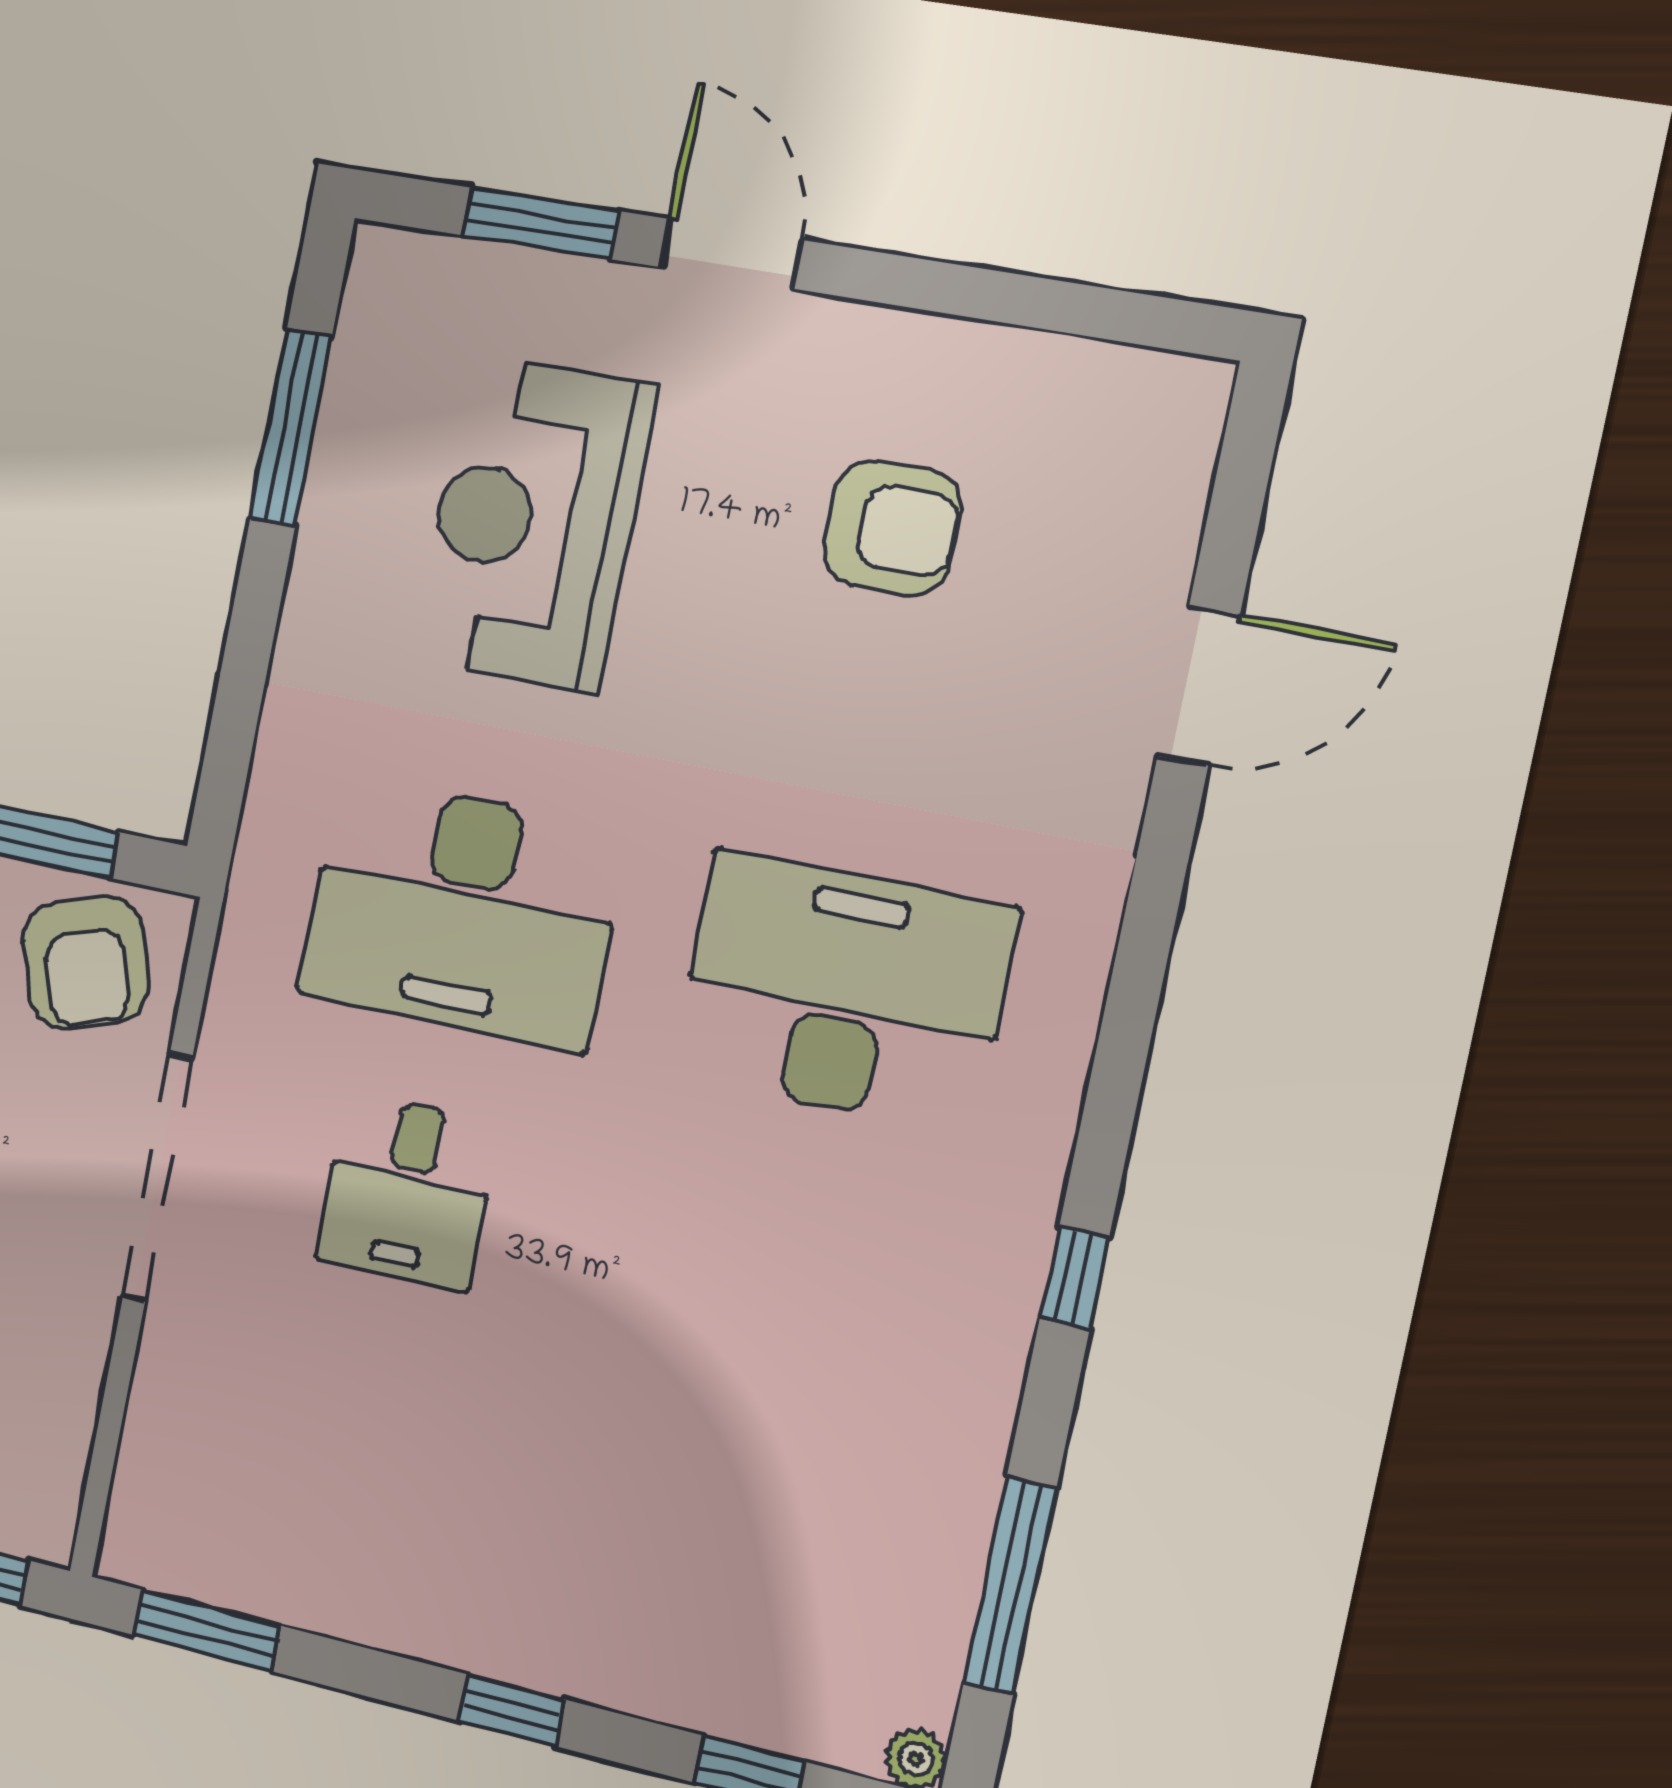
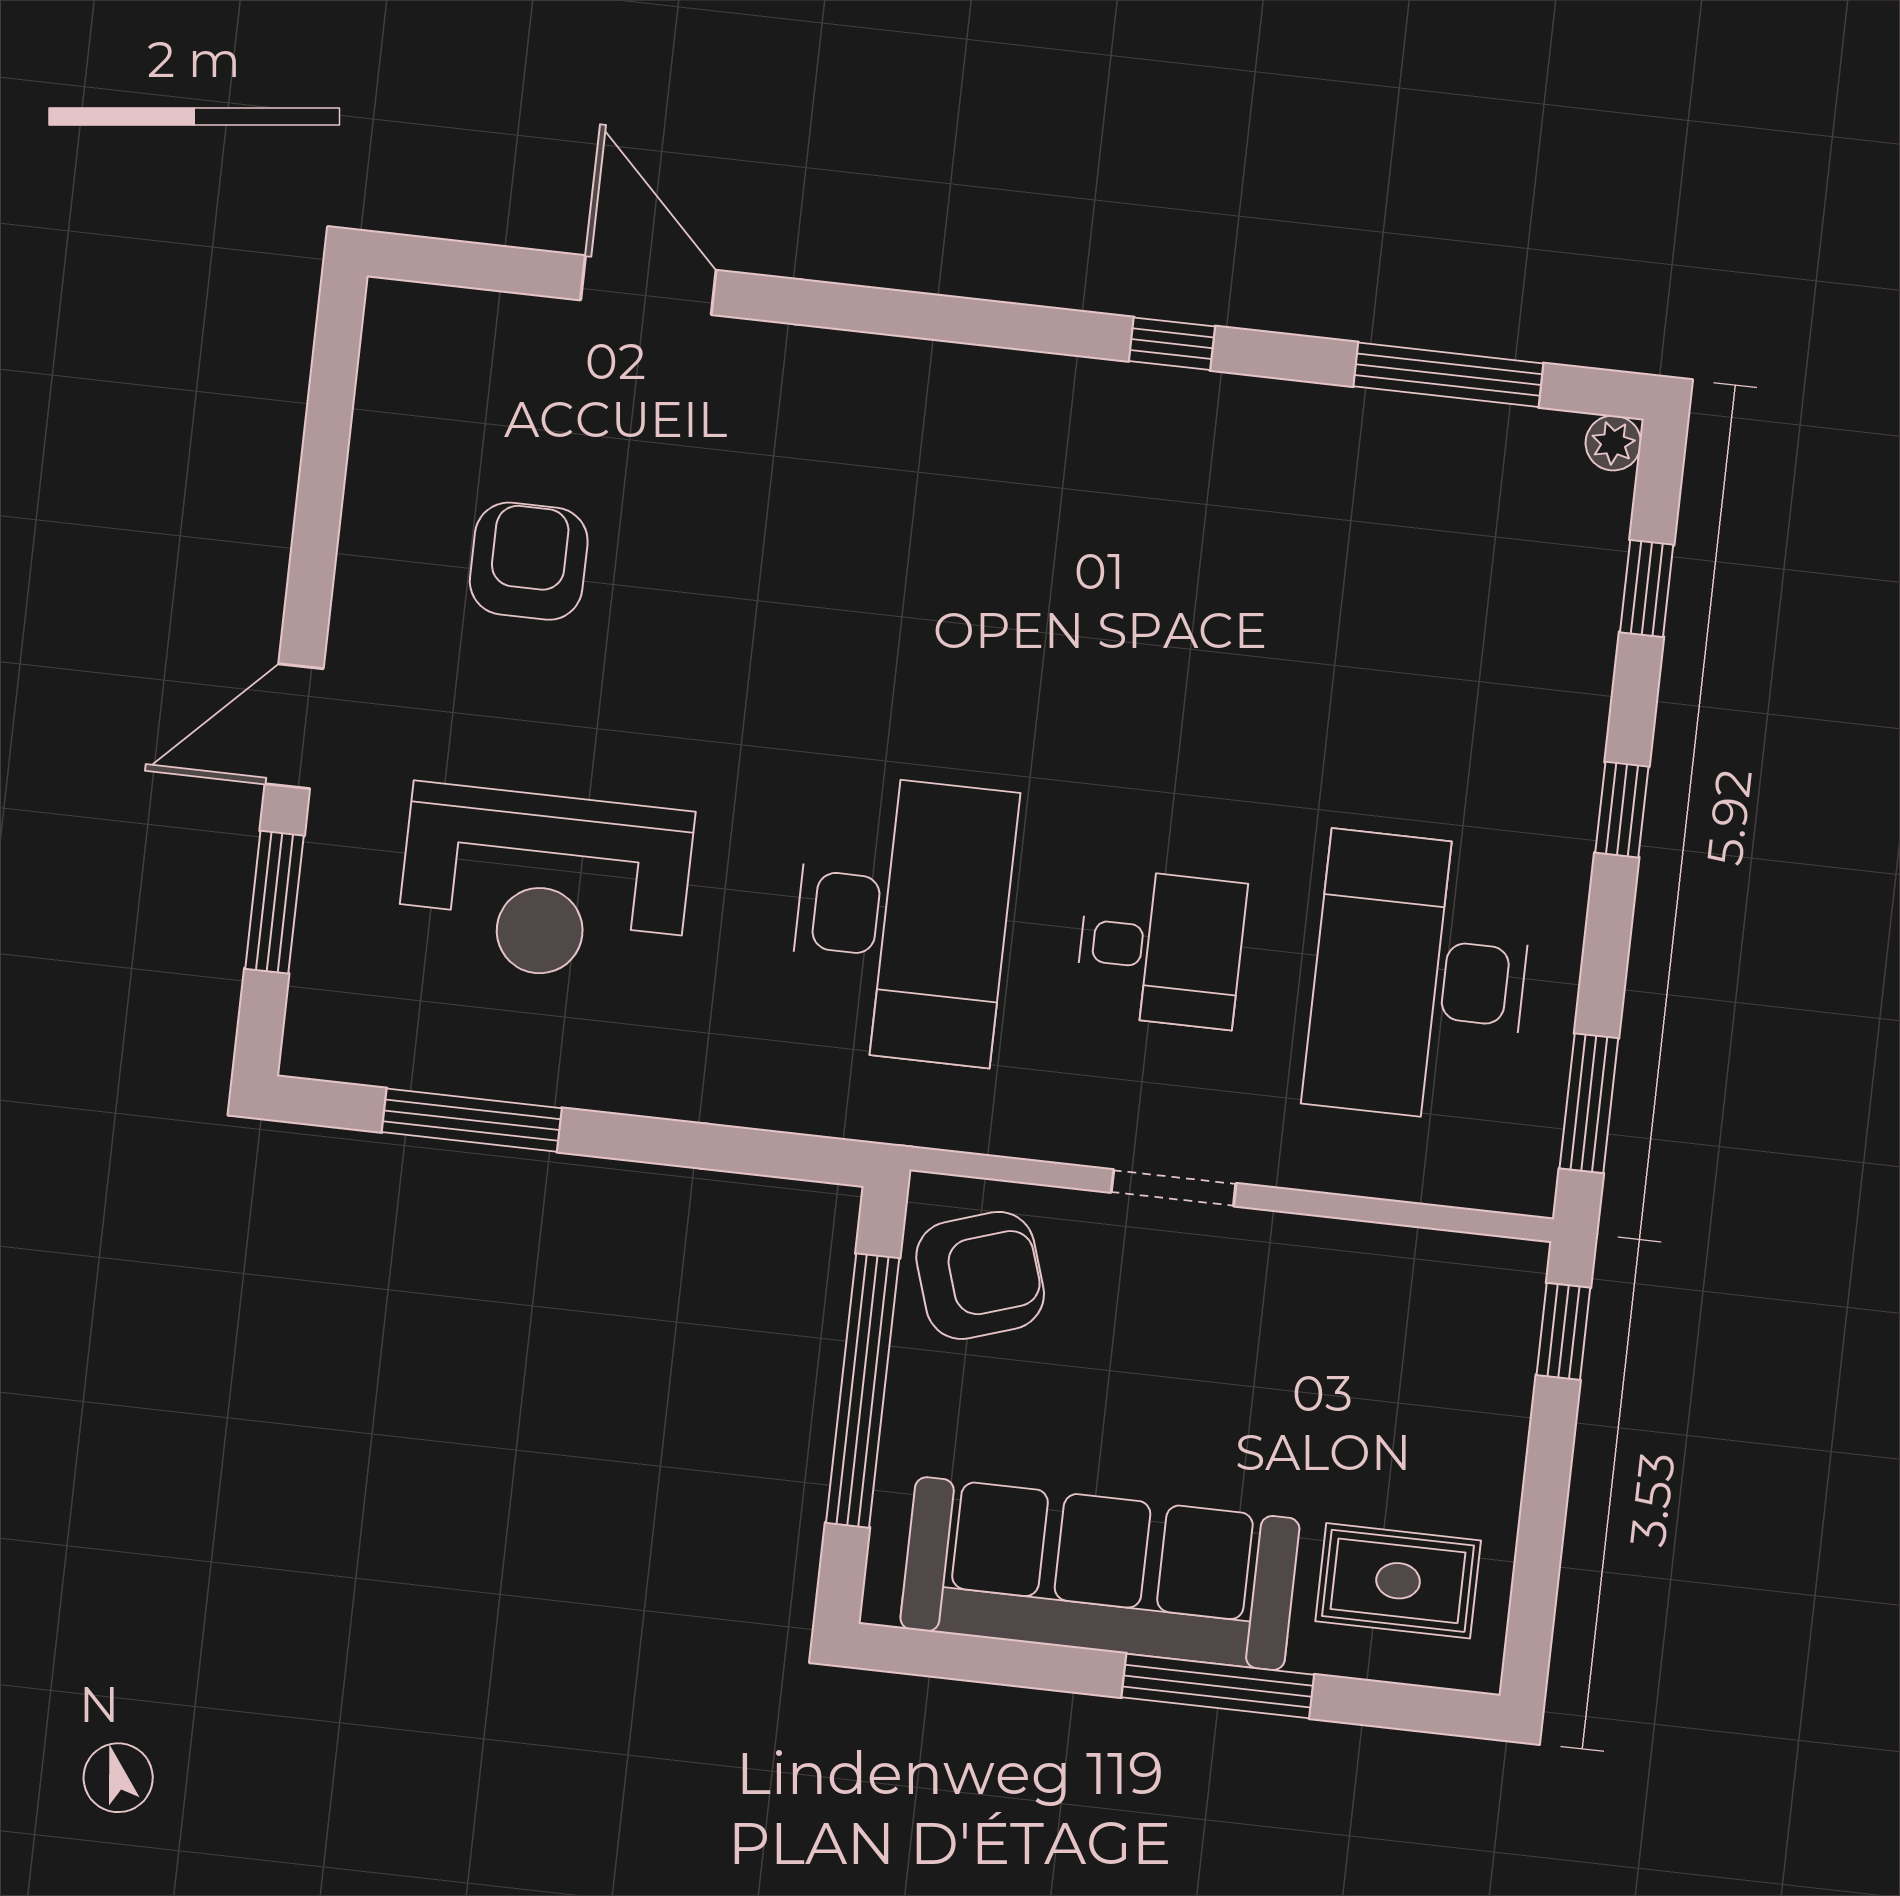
desk: (844, 992) -> (1420, 977), moved
doorway: (158, 1177) -> (1174, 1188), width x0.53

